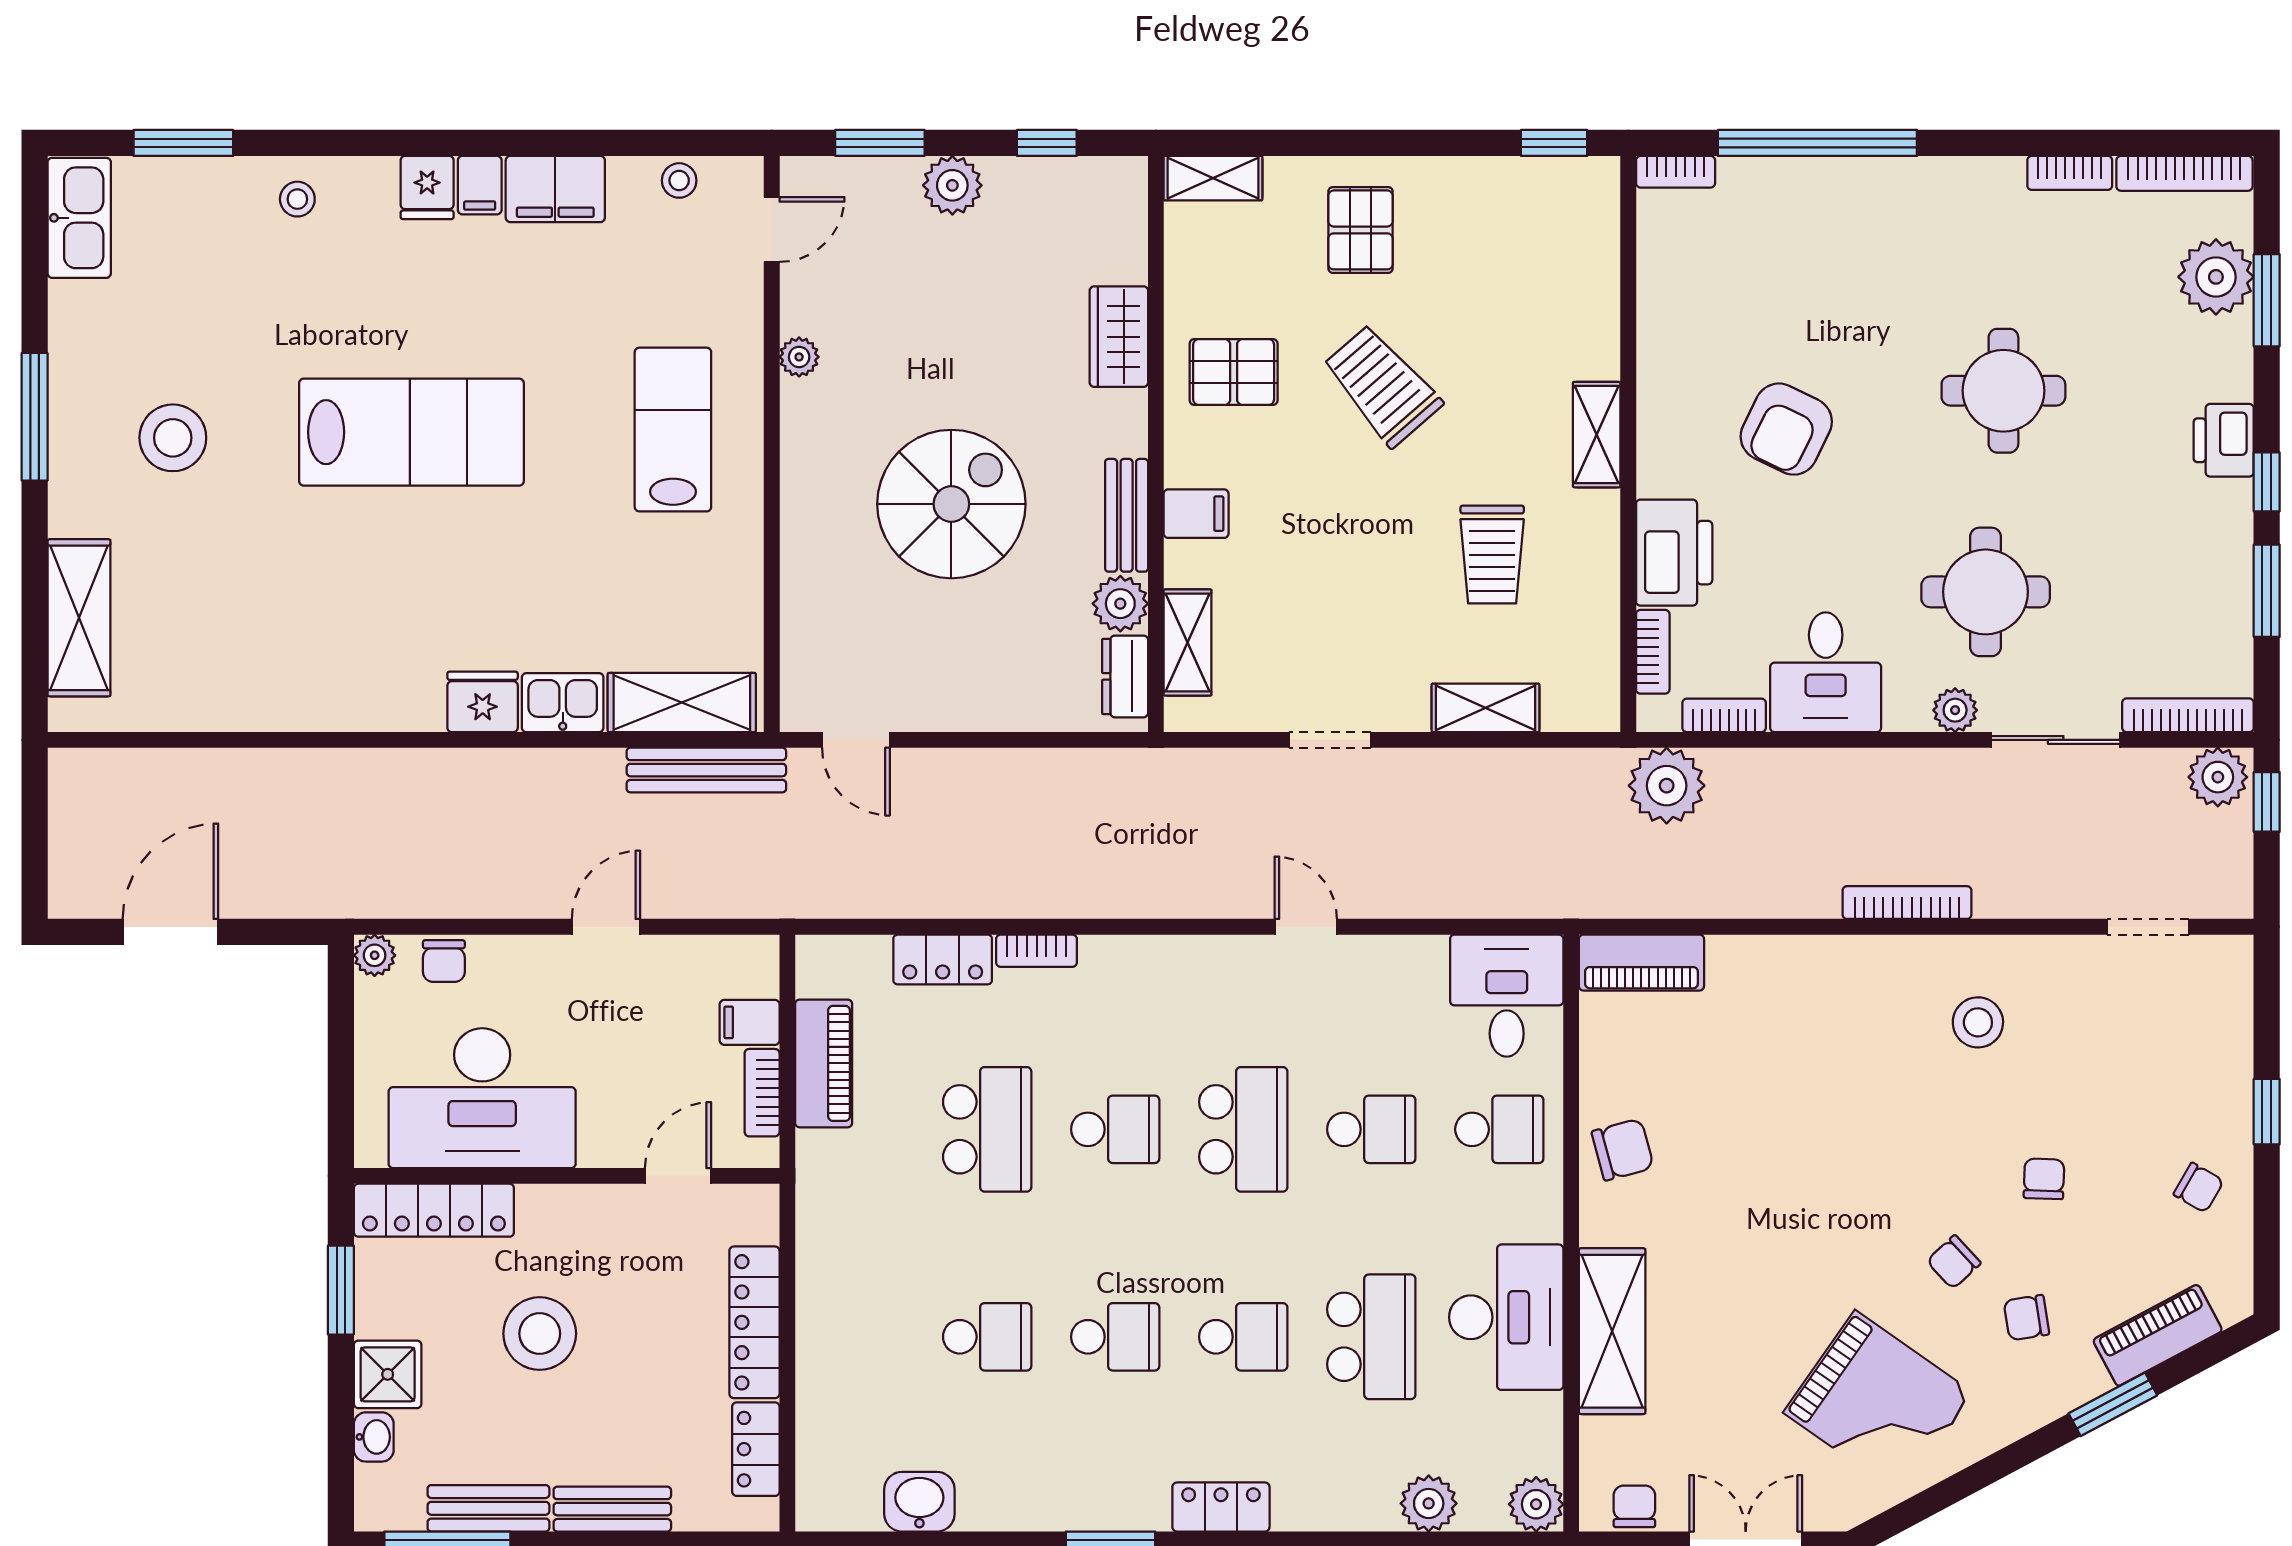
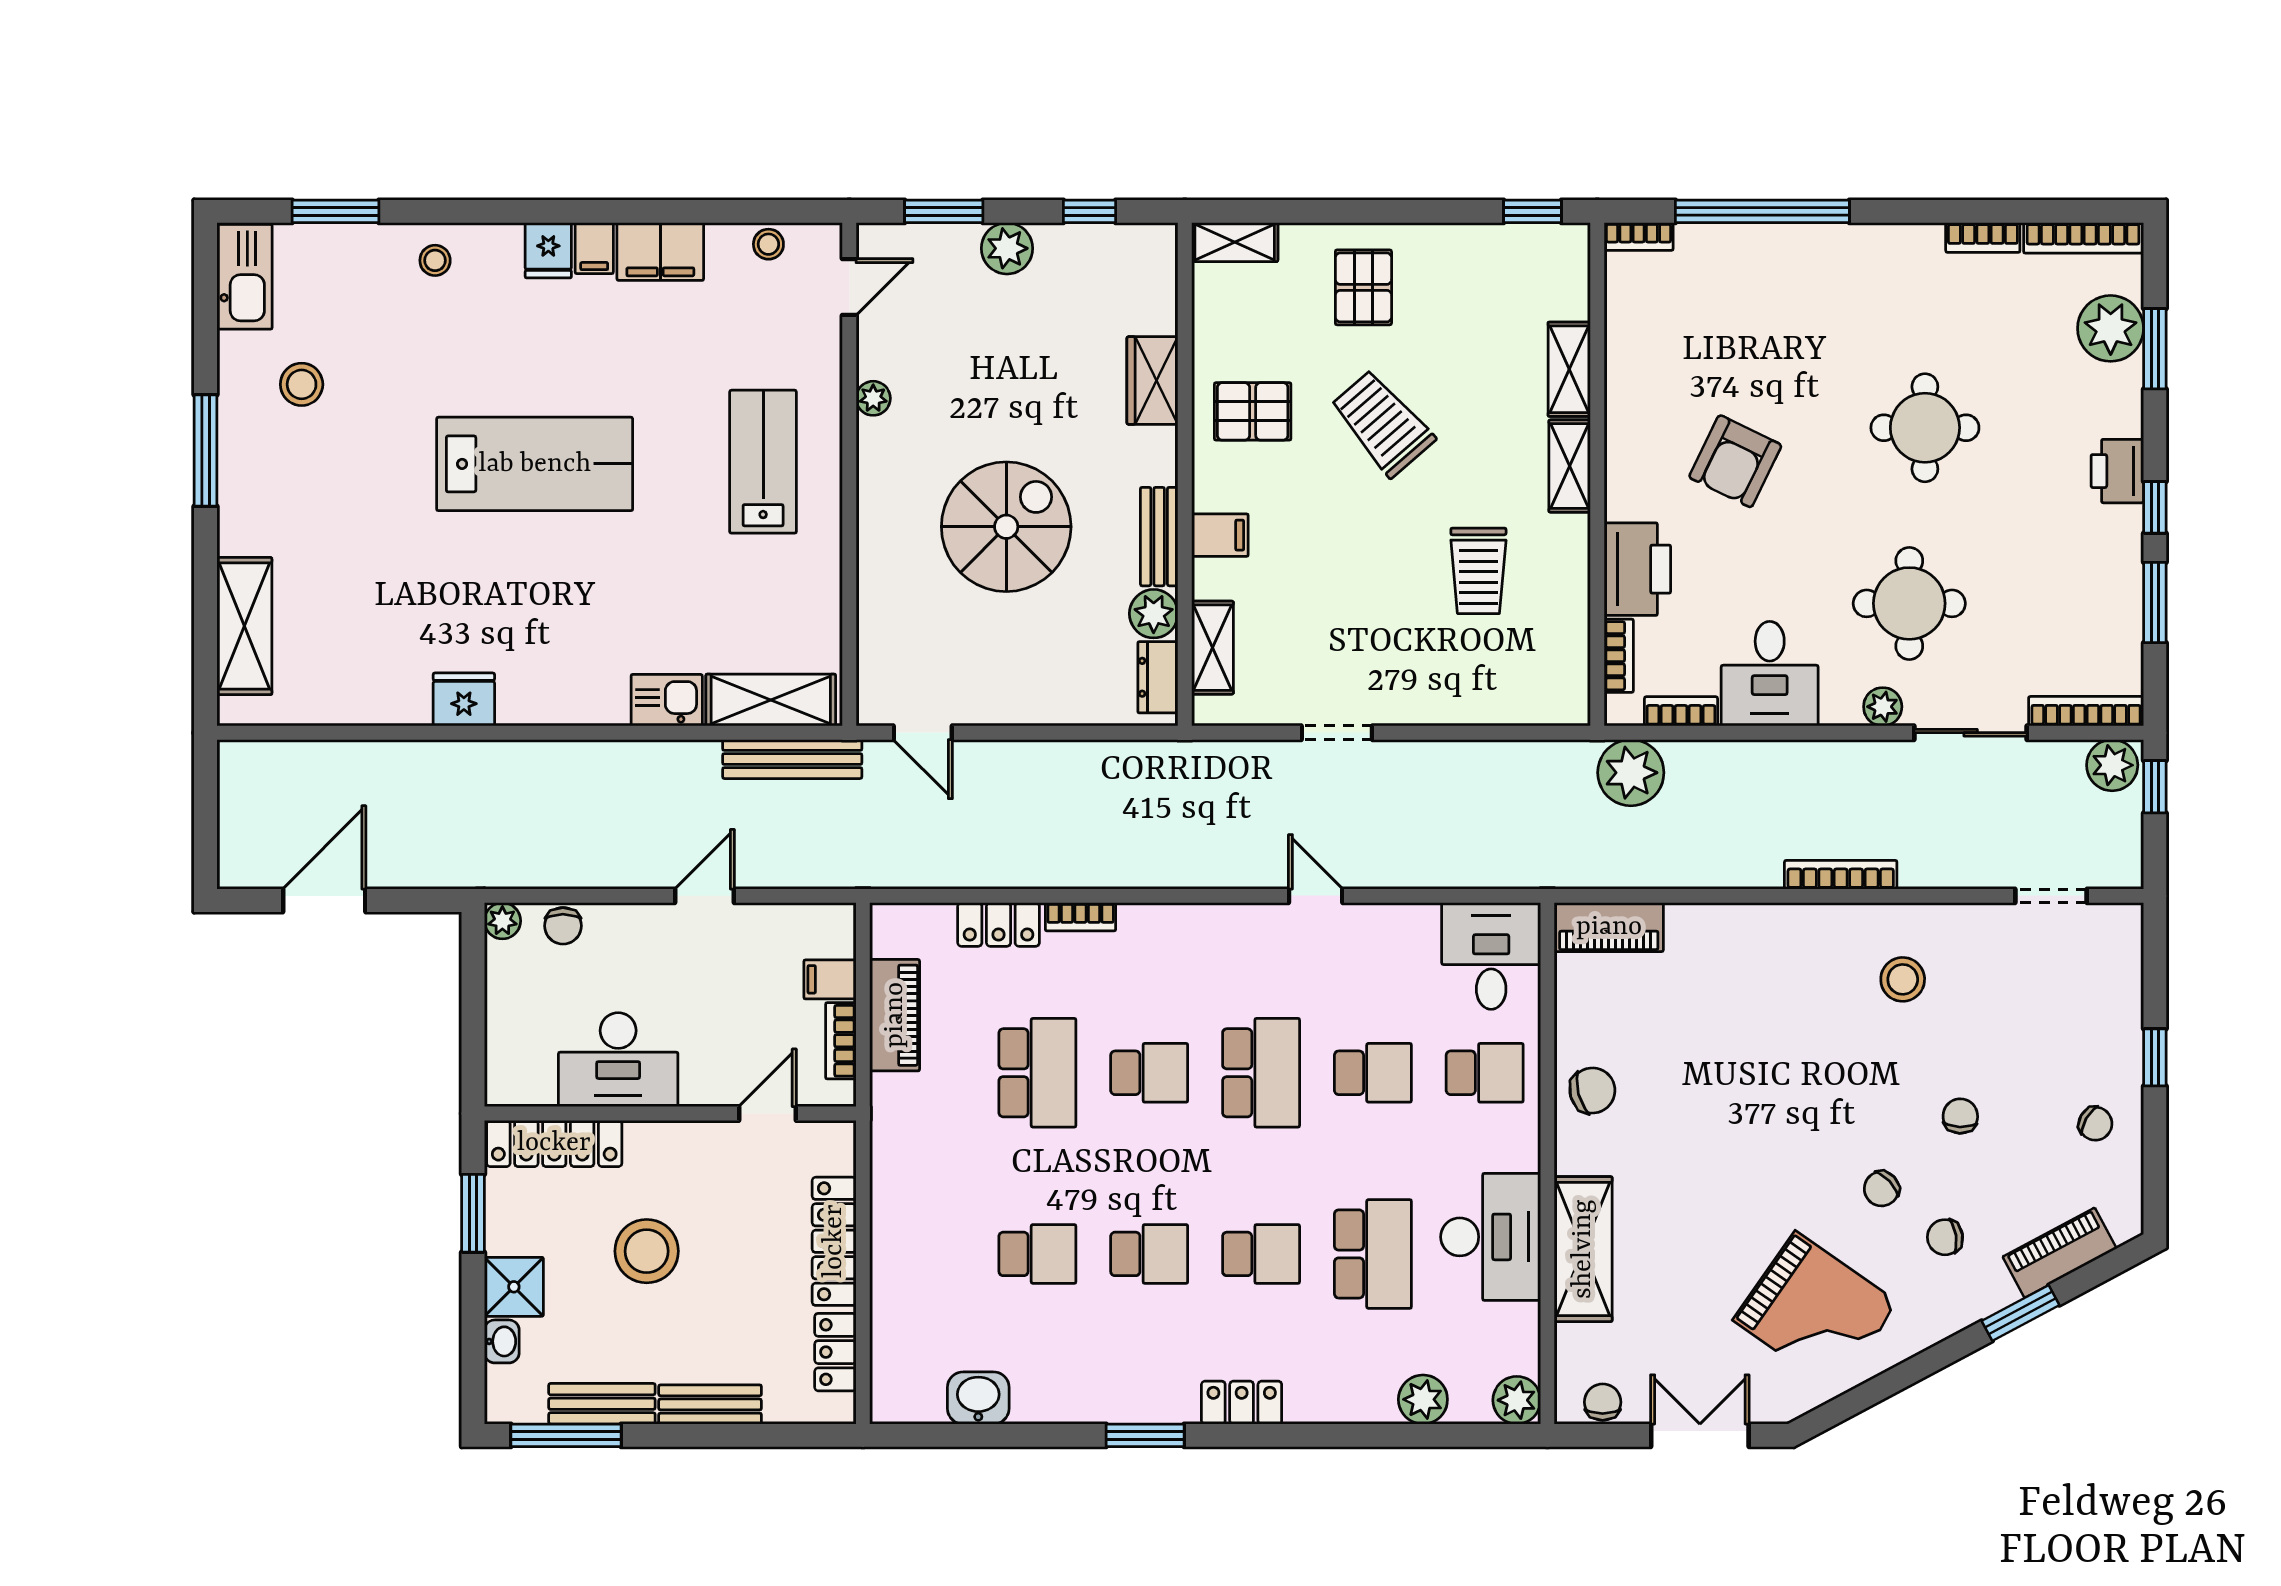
stool: (173, 438) -> (302, 384), moved, width x0.73, depth x0.73
fridge: (483, 702) -> (464, 699), moved
shelving: (1485, 708) -> (1569, 369), moved, turned 90
desk: (482, 1098) -> (618, 1060), width x0.73, depth x0.77

